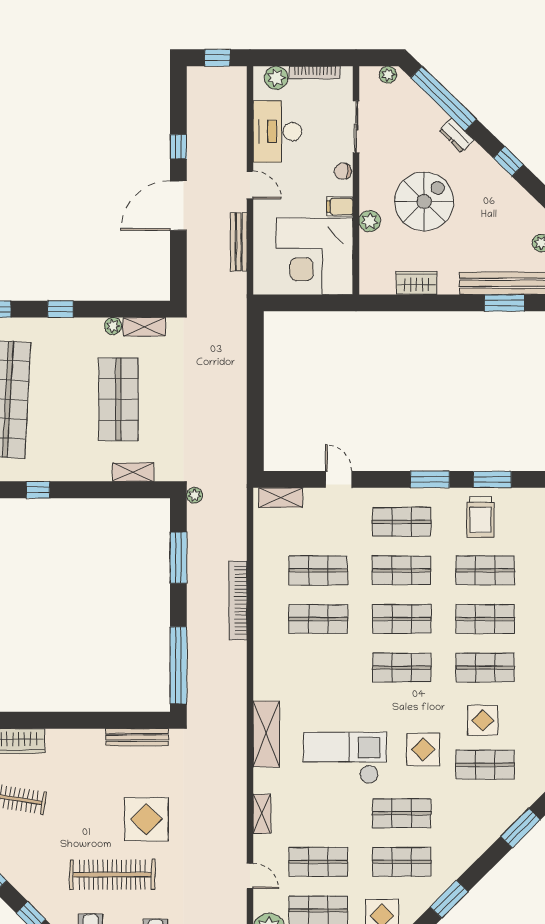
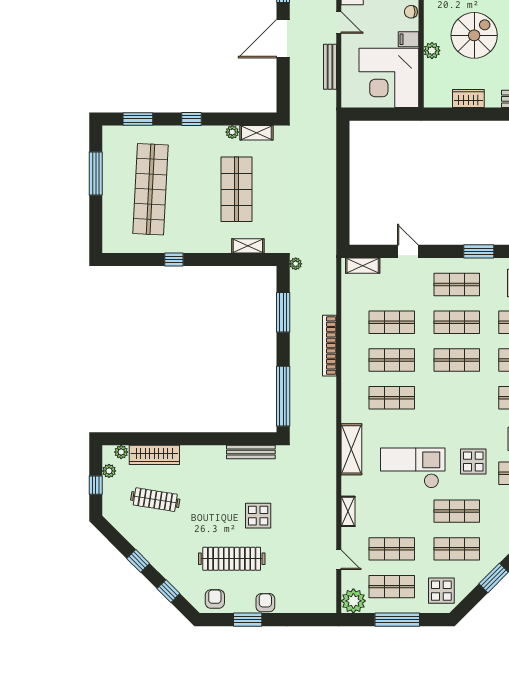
shop shelf: (402, 668) -> (392, 398), moved
display table: (146, 819) -> (258, 516), width x0.73, depth x0.73

